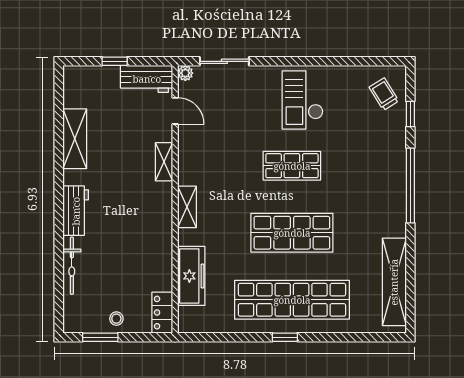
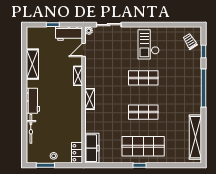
door: (175, 111) -> (84, 50), swing flipped
shop shelf: (292, 233) -> (143, 112), width x0.70, depth x0.74
freezer: (191, 276) -> (92, 148), moved
shop shelf: (292, 300) -> (143, 146), width x0.71

